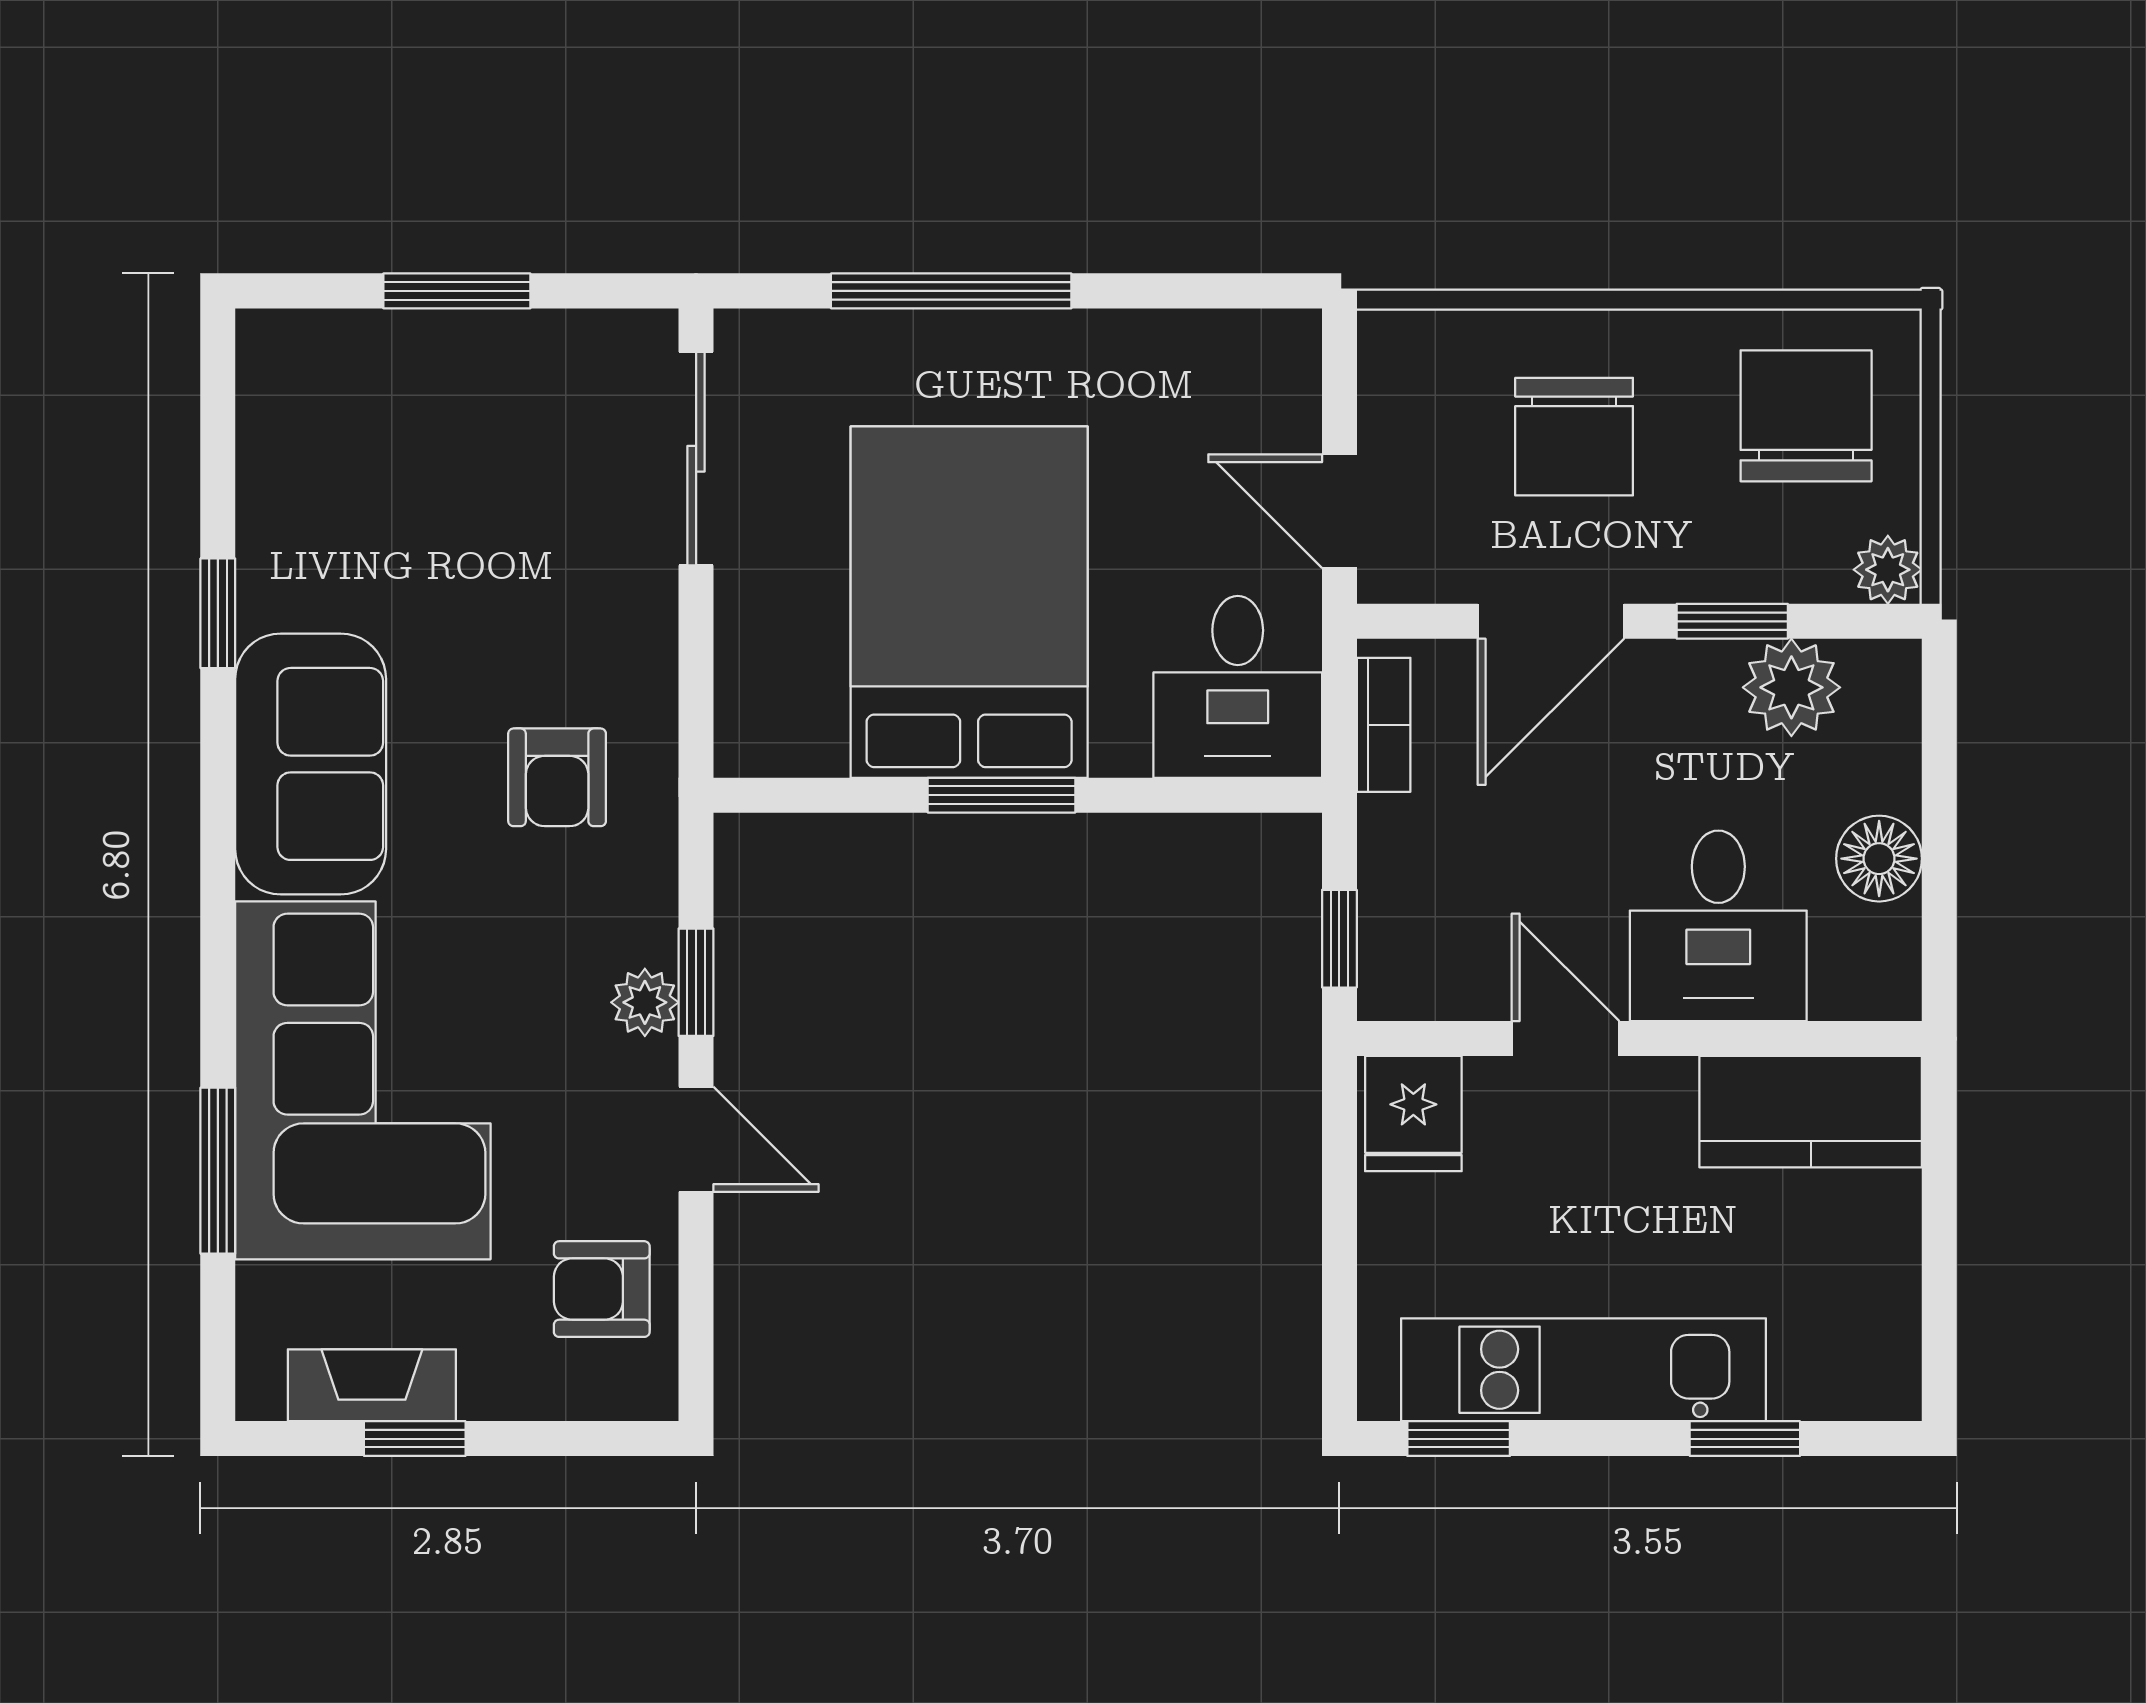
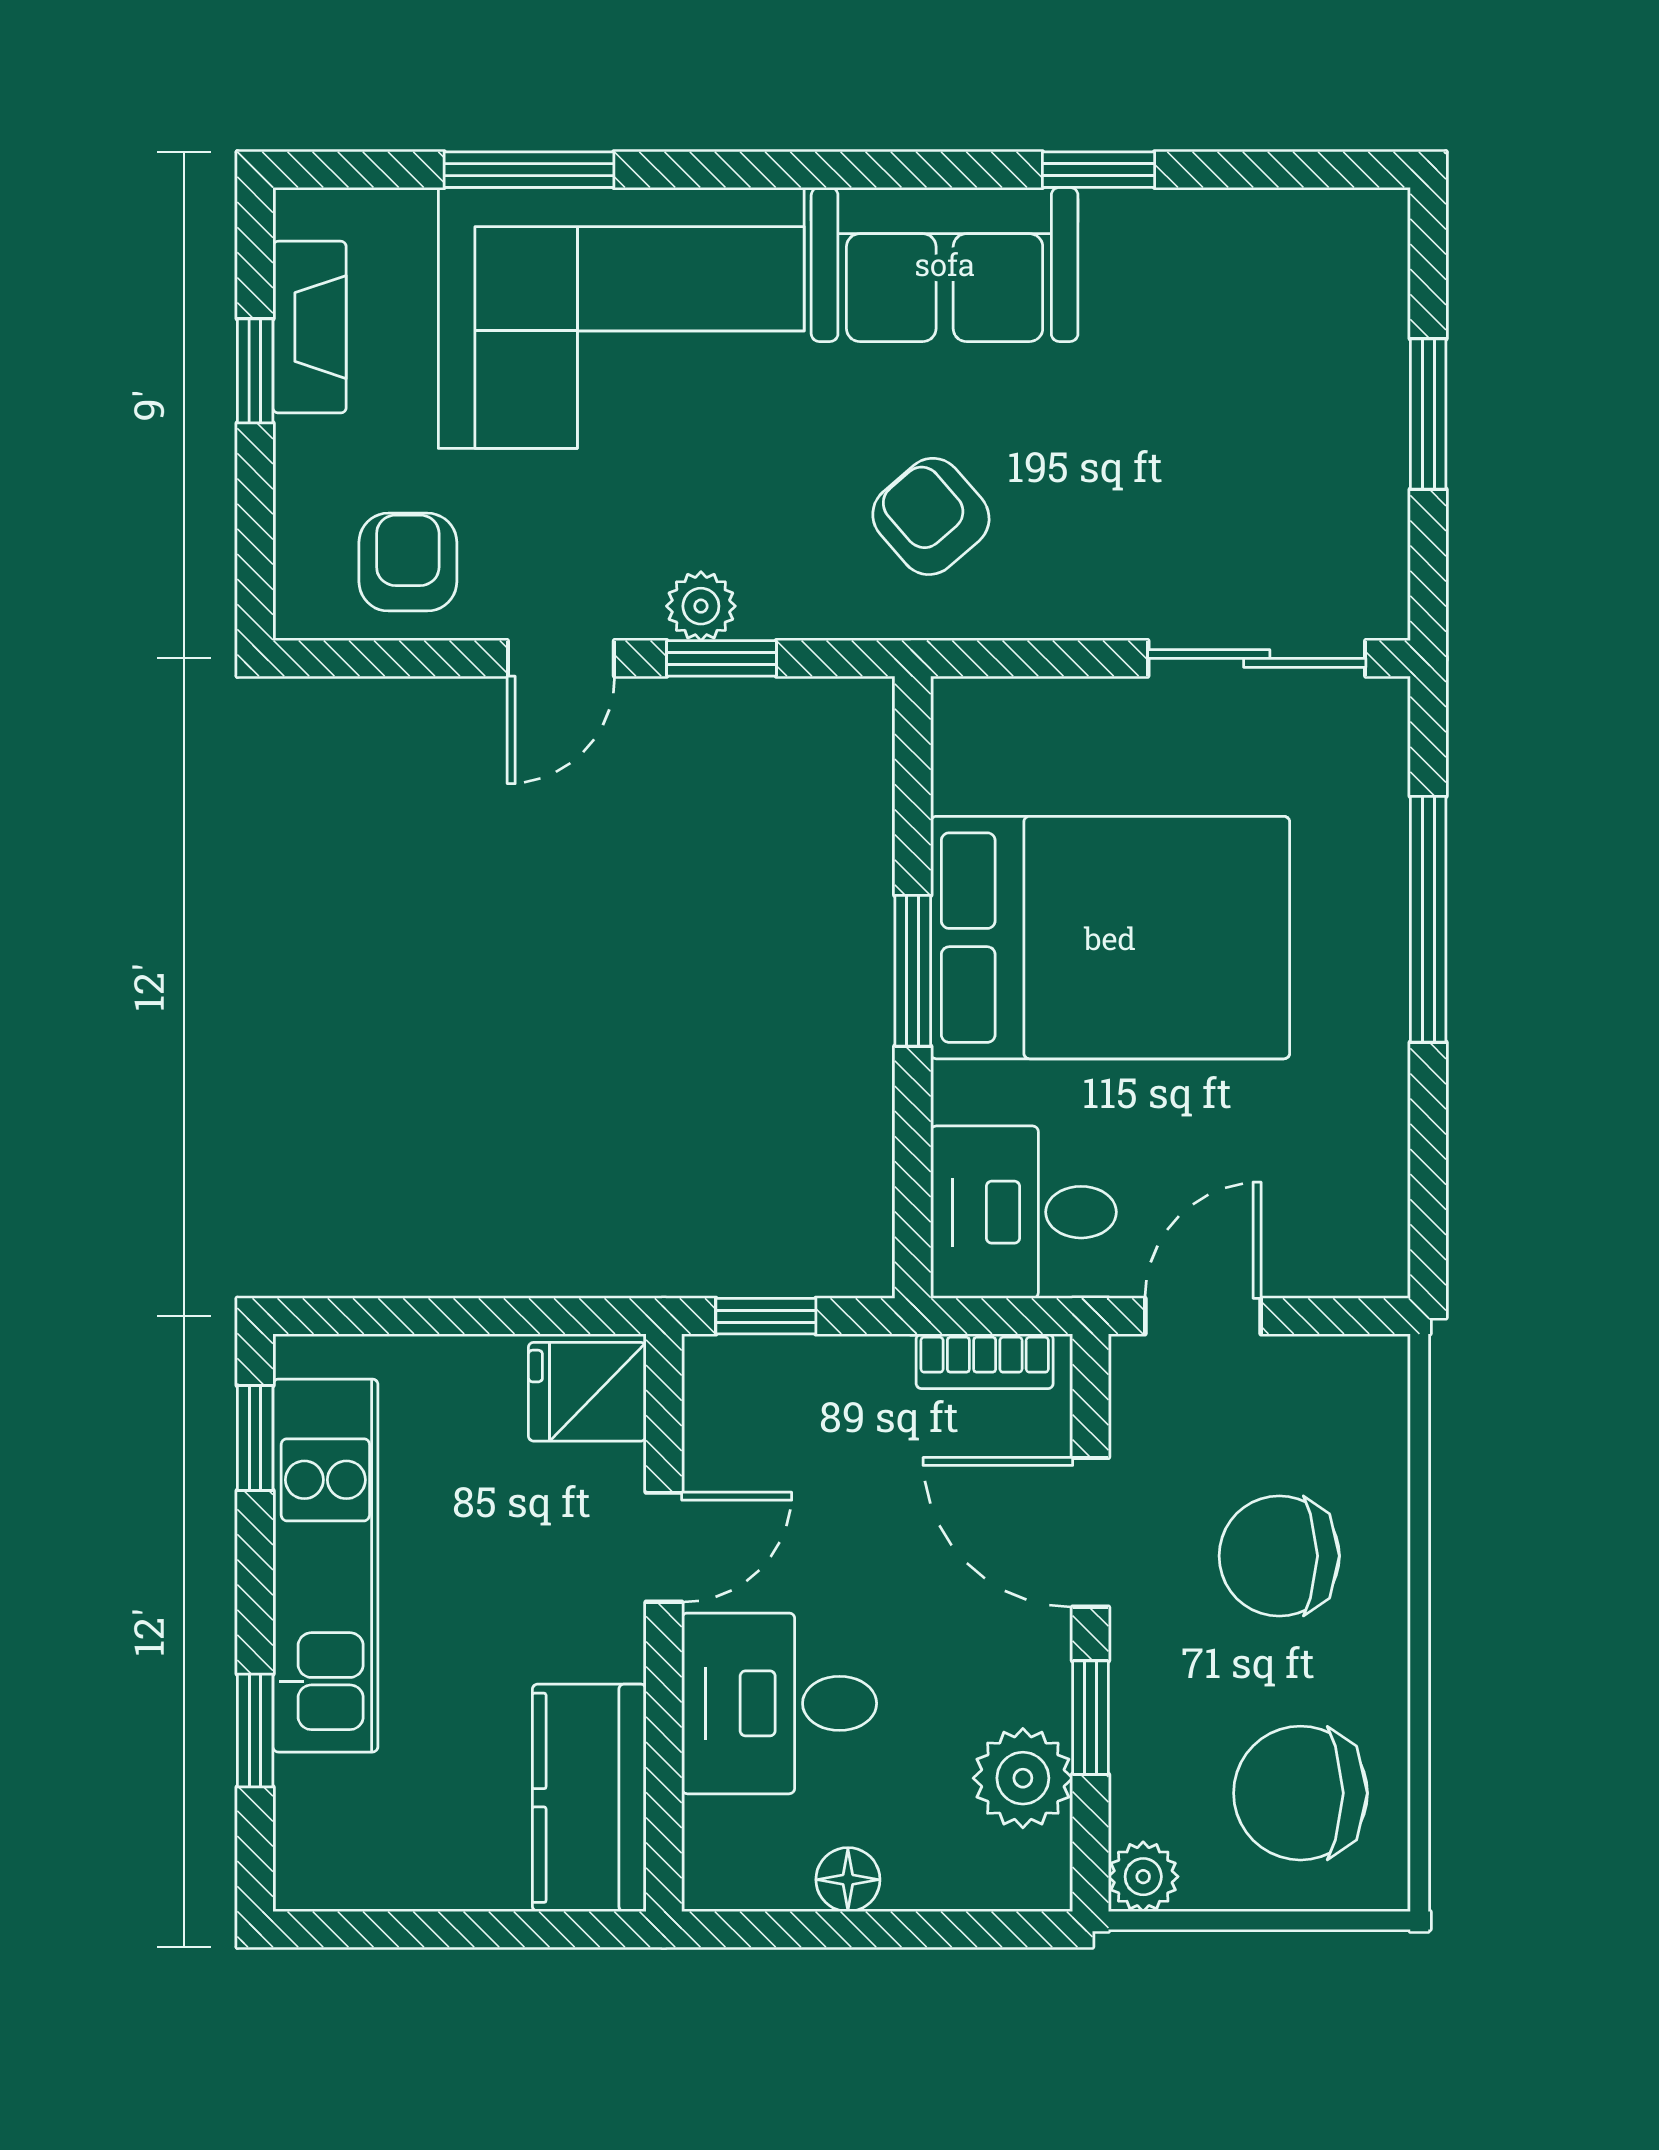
chair: (1806, 416) -> (1300, 1793), turned 180
armchair: (557, 777) -> (931, 516), turned 49
floor lamp: (1879, 859) -> (848, 1880), width x0.73, depth x0.73

